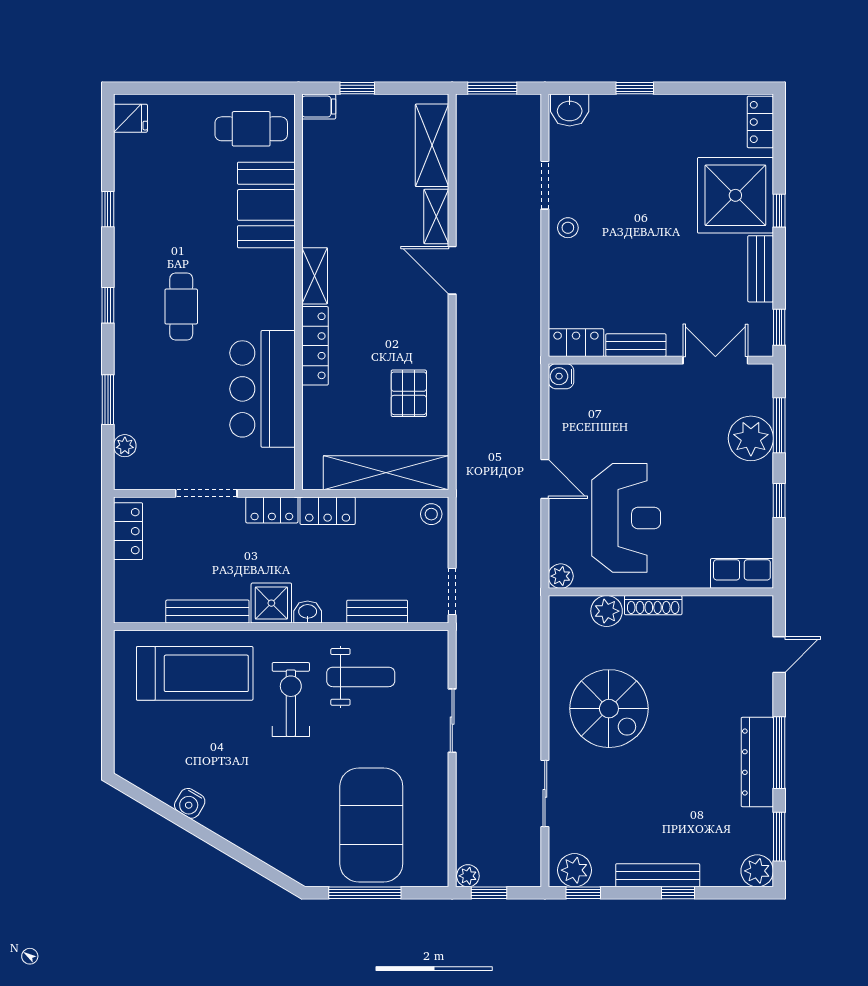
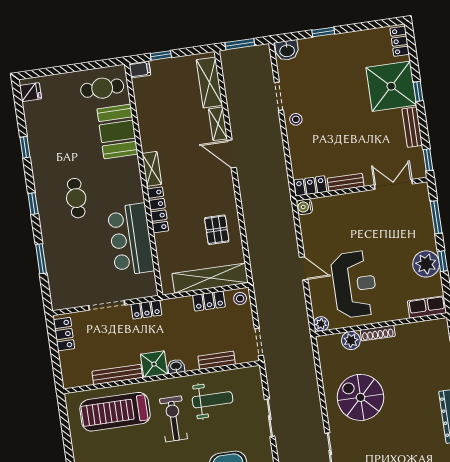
plant: (751, 438) -> (426, 264), moved
plant: (125, 446) -> (55, 284), removed
locker: (328, 511) -> (209, 301), moved
treadmill: (195, 673) -> (115, 412), turned 180
spiral stairs: (609, 709) -> (361, 397), turned 180

